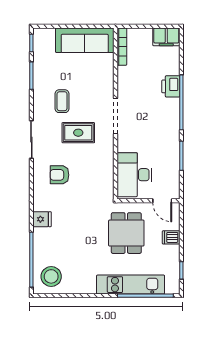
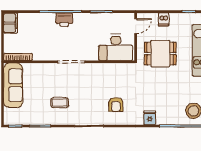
printer: (171, 86) -> (64, 20), moved
rug: (78, 133) -> (84, 90), removed

